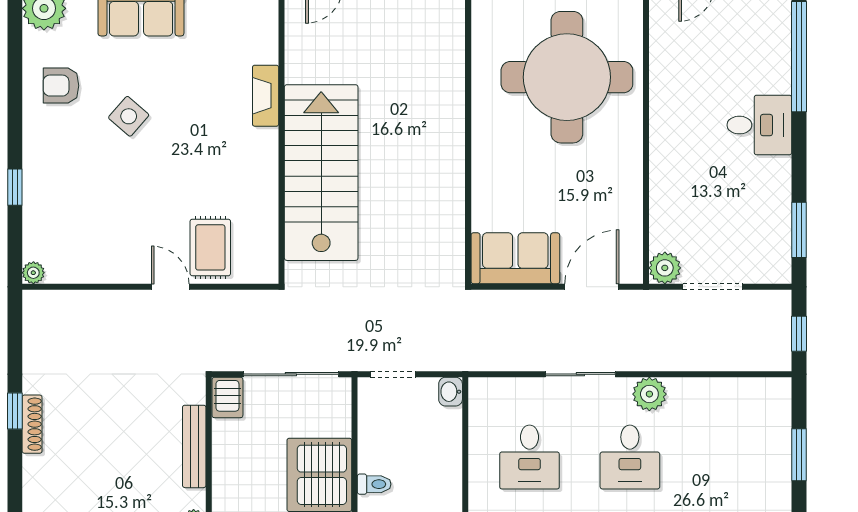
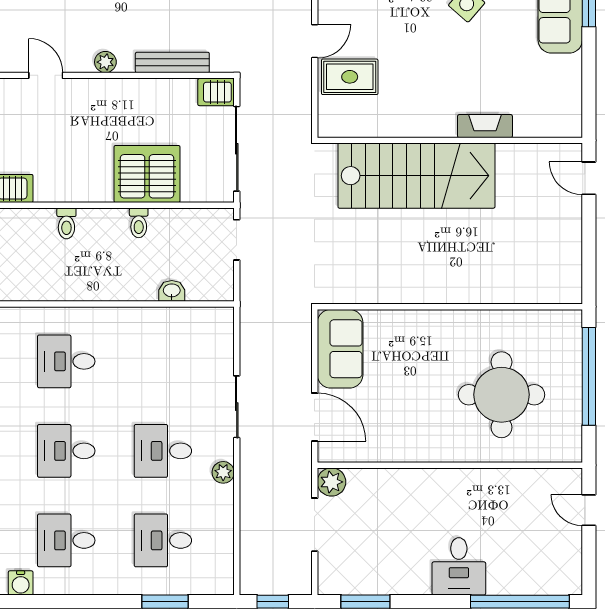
round table: (567, 77) -> (502, 395), width x0.73, depth x0.73
washbasin: (451, 392) -> (172, 291), moved
plant: (649, 394) -> (223, 472), width x0.73, depth x0.73
desk: (529, 457) -> (163, 540), moved

